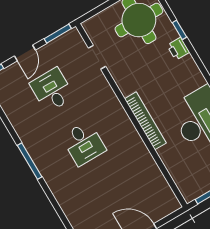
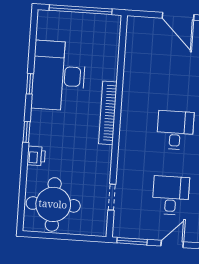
window: (179, 30) -> (27, 132), moved
desk: (52, 90) -> (171, 195), turned 180

